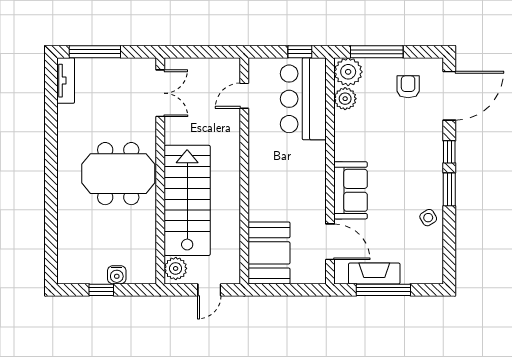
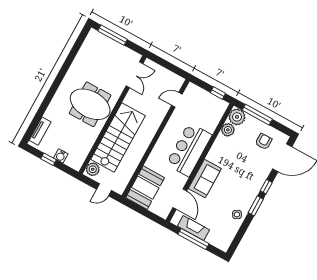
tv unit: (66, 81) -> (40, 131), moved
bar counter: (303, 99) -> (189, 150), moved

